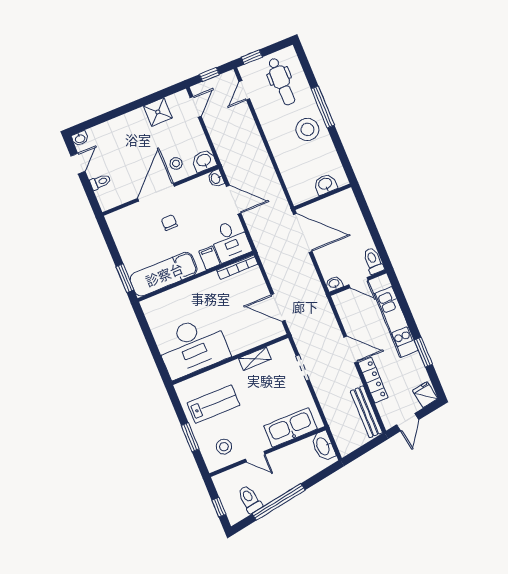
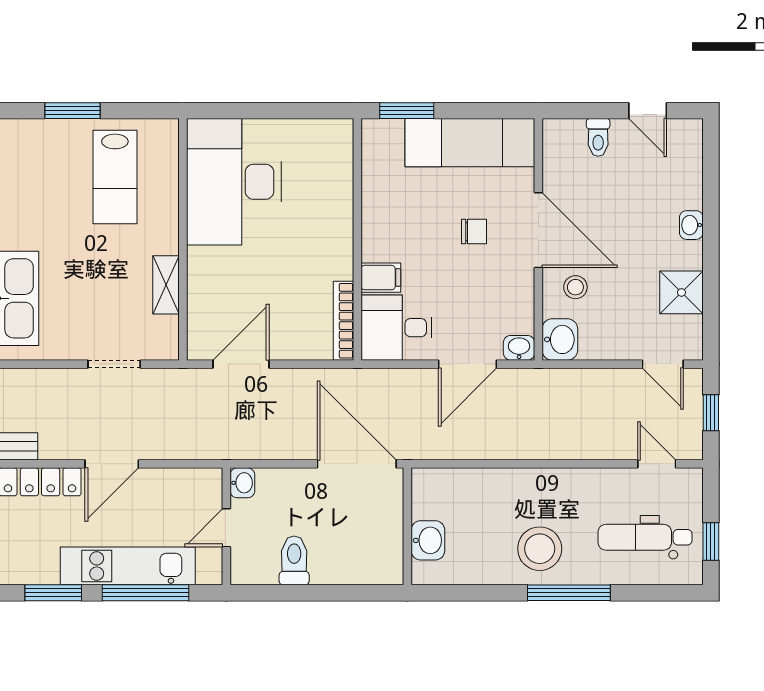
window: (252, 57) -> (711, 541), moved
washbasin: (80, 138) -> (691, 225), moved
door: (303, 233) -> (357, 464), swing flipped
toilet: (373, 261) -> (294, 560), moved, turned -90
exam couch: (164, 274) -> (470, 143), moved, turned 90
window: (405, 308) -> (146, 593), added
stool: (224, 447) -> (31, 164), removed

